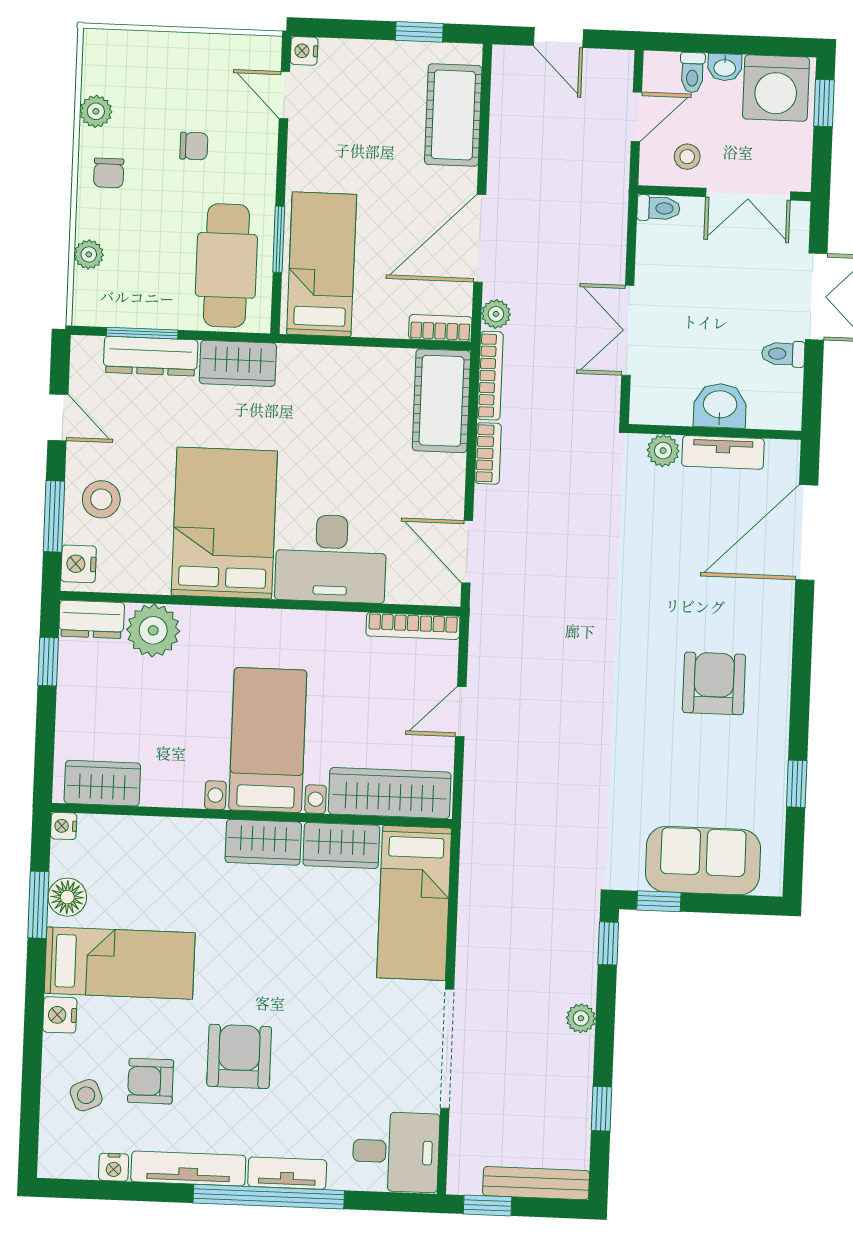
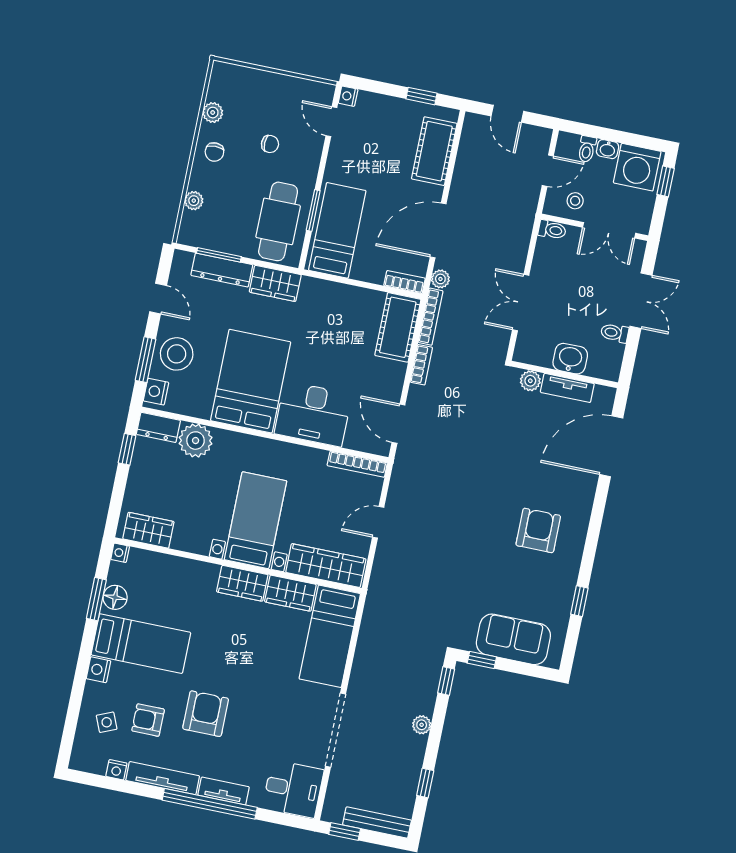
stool: (101, 499) -> (177, 354), width x1.38, depth x1.38

